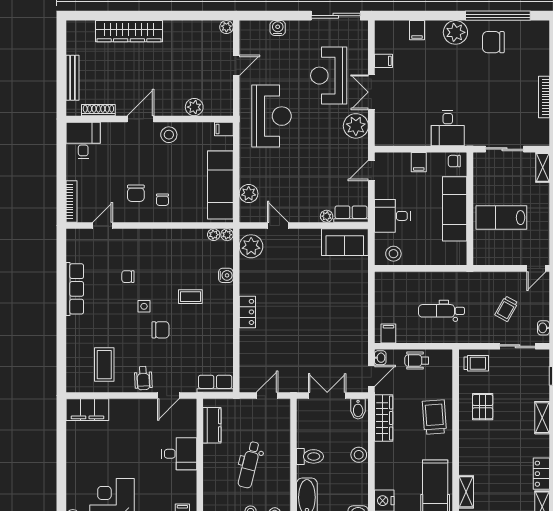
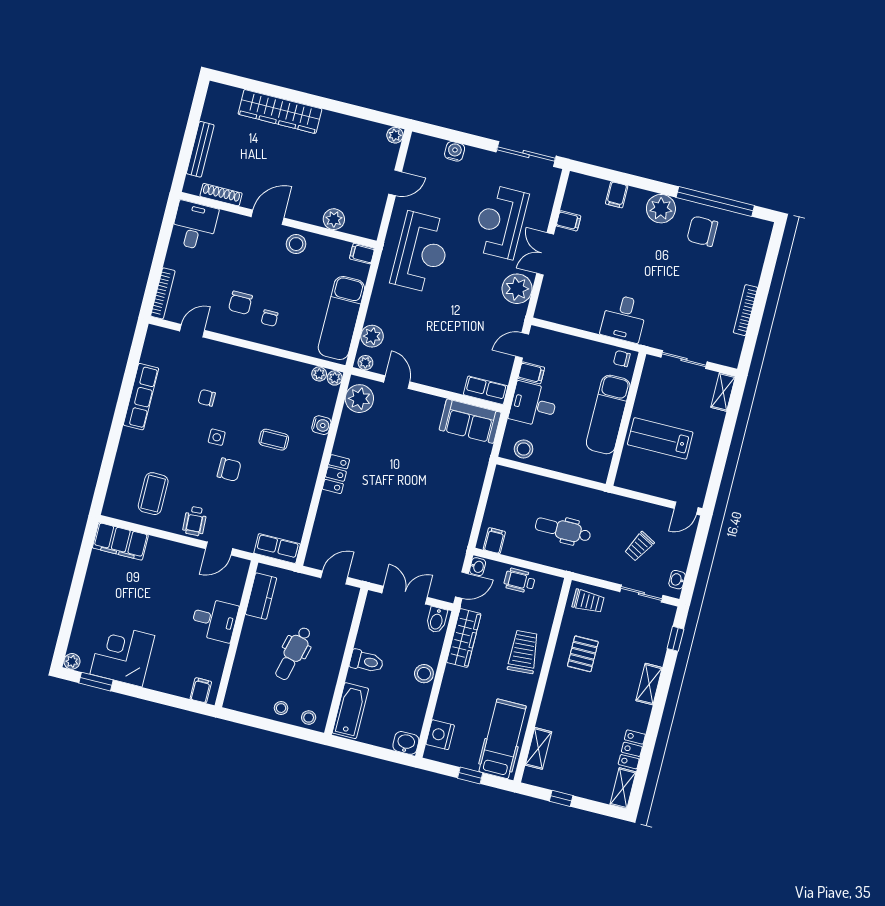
filing cabinet: (419, 162) -> (531, 373), moved, turned -90
plant: (327, 216) -> (365, 363), moved

